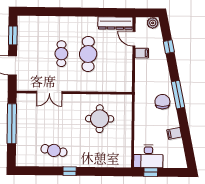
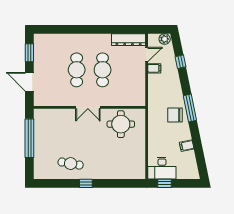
door: (134, 39) -> (147, 55), swing flipped
cafe table: (61, 54) -> (77, 70), width x1.37, depth x1.35
double door: (49, 92) -> (88, 107), moved
chair: (162, 102) -> (175, 115), turned -90
round table: (100, 119) -> (121, 124), moved

